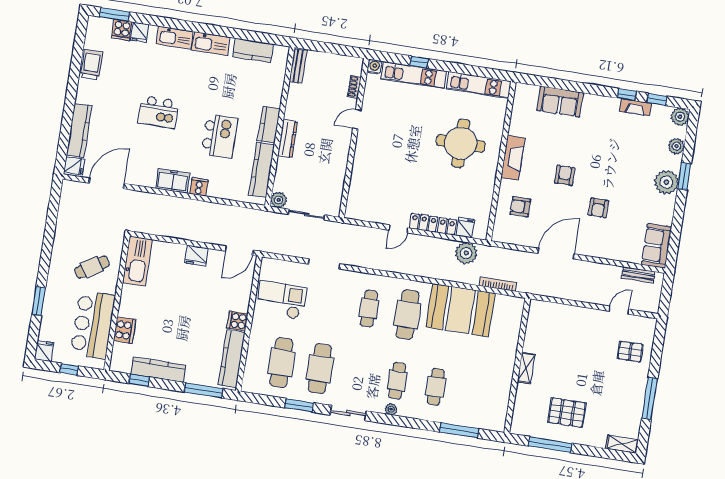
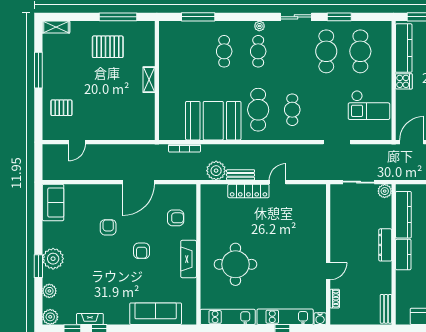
sofa: (560, 102) -> (156, 314), width x1.36
fridge: (465, 228) -> (220, 192), removed
bench: (638, 275) -> (241, 175), moved

